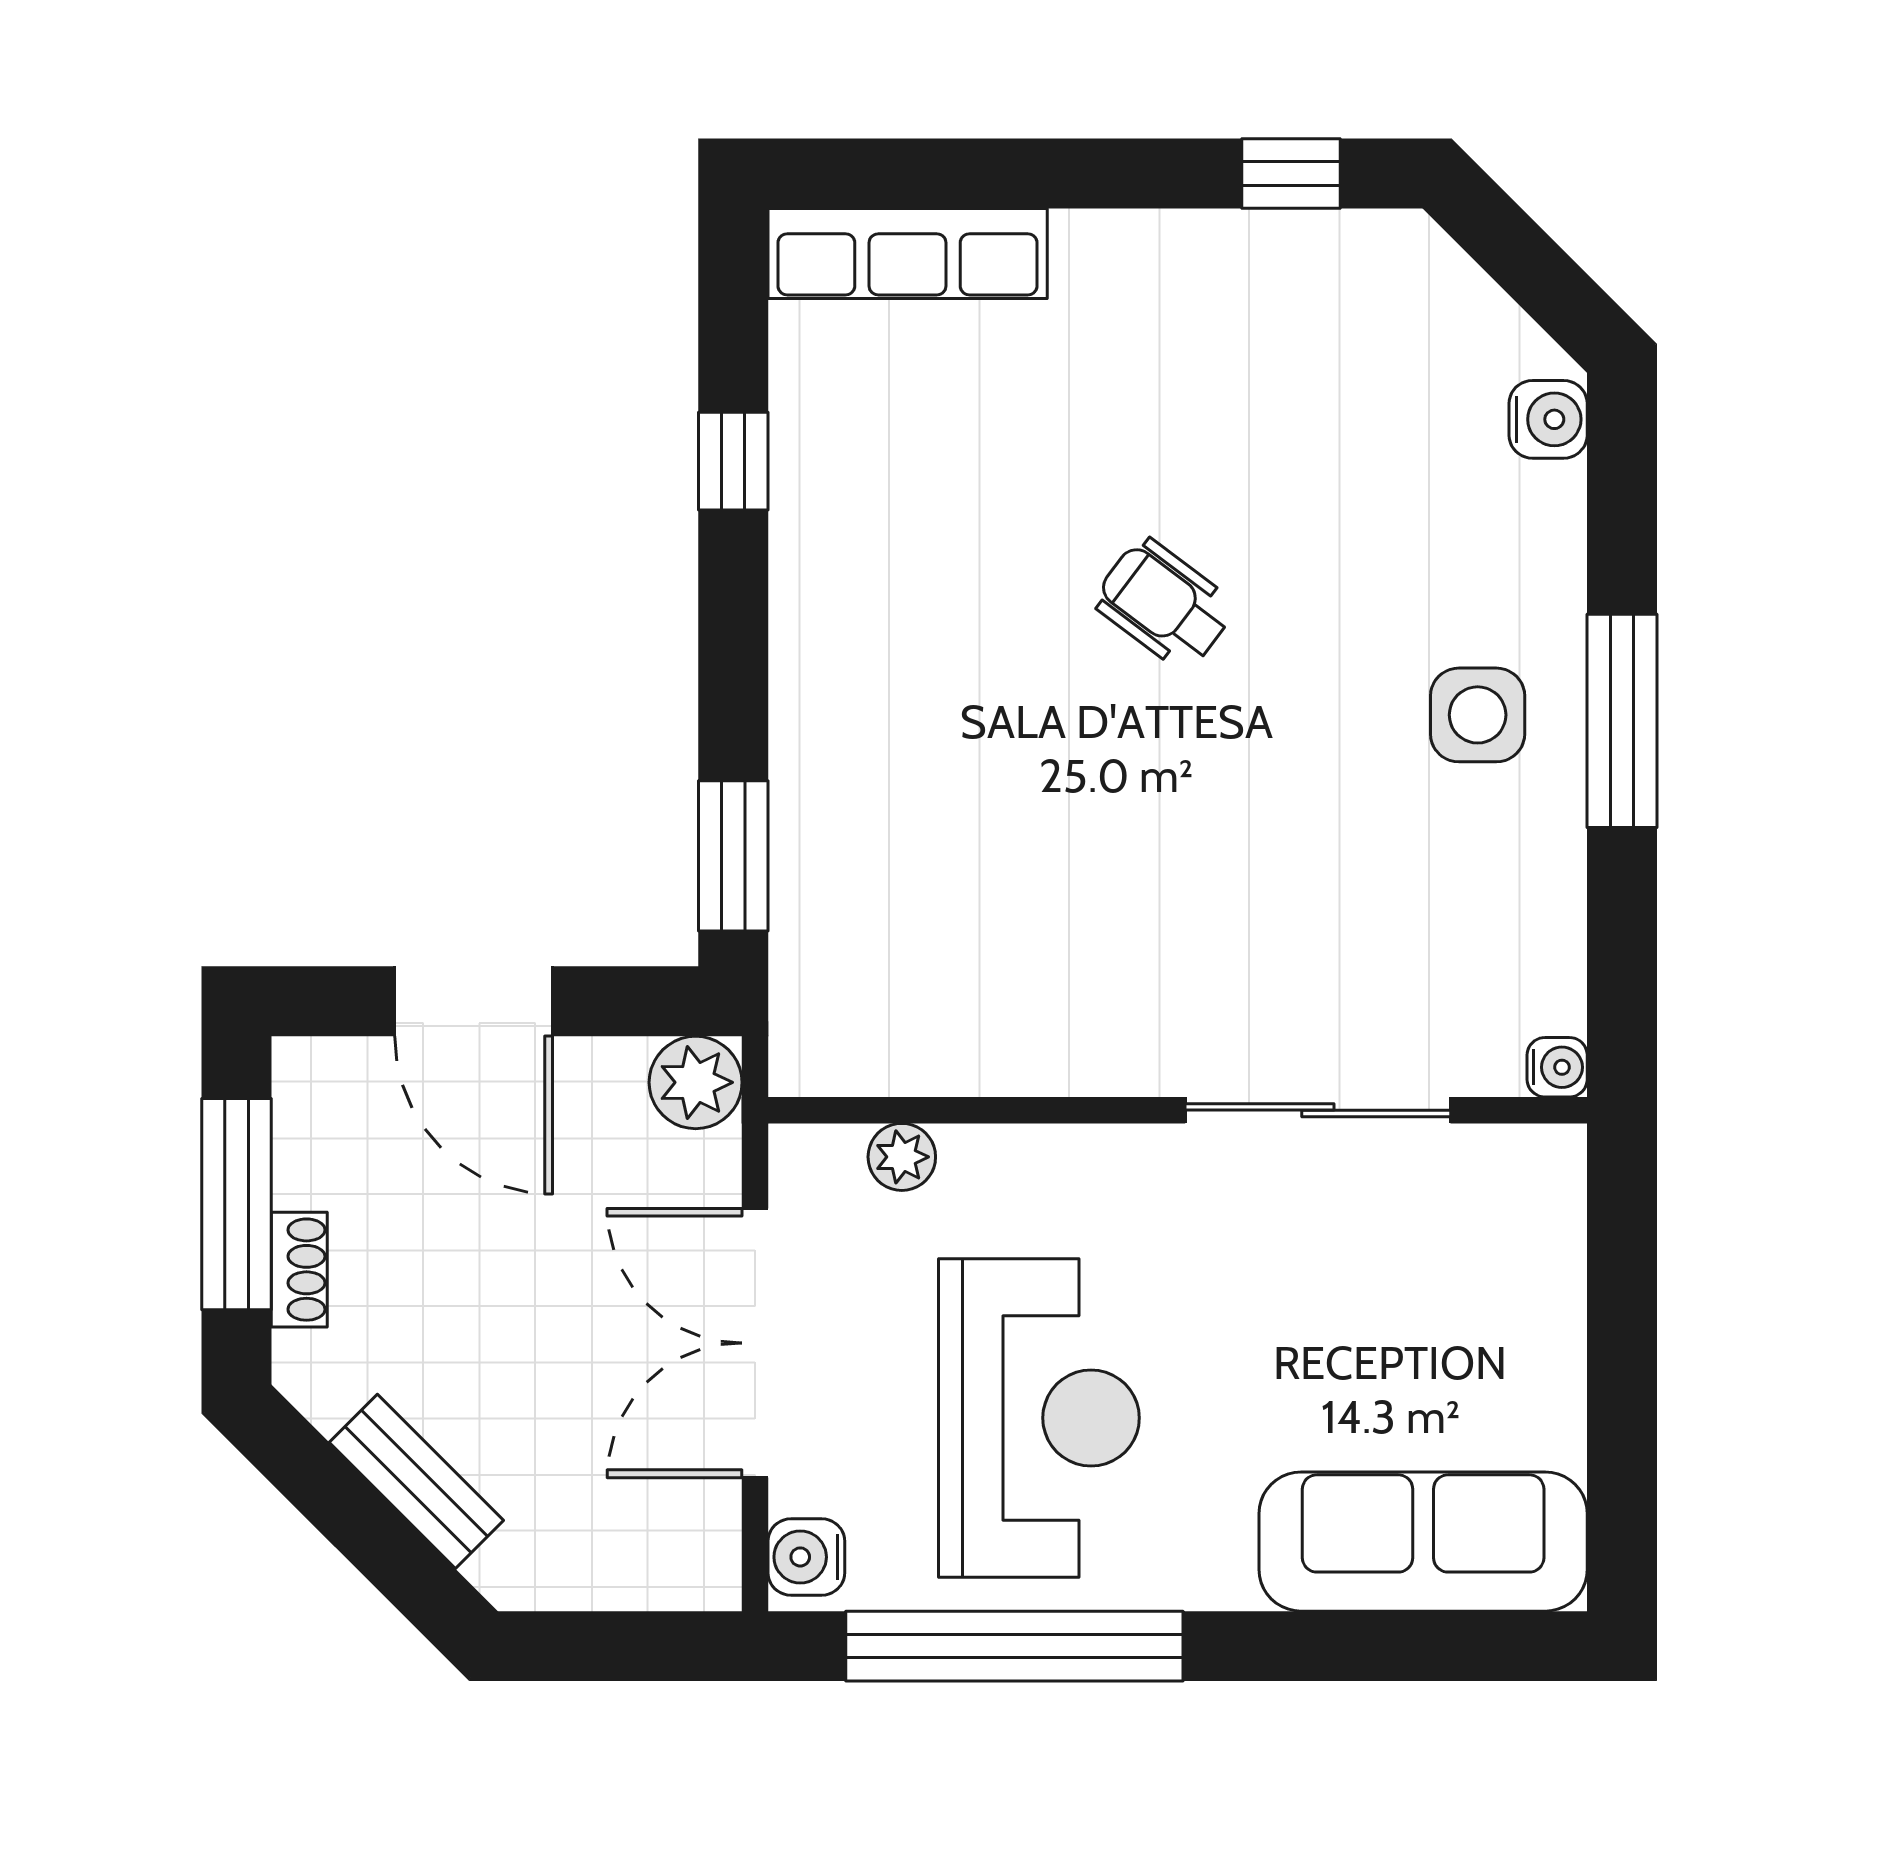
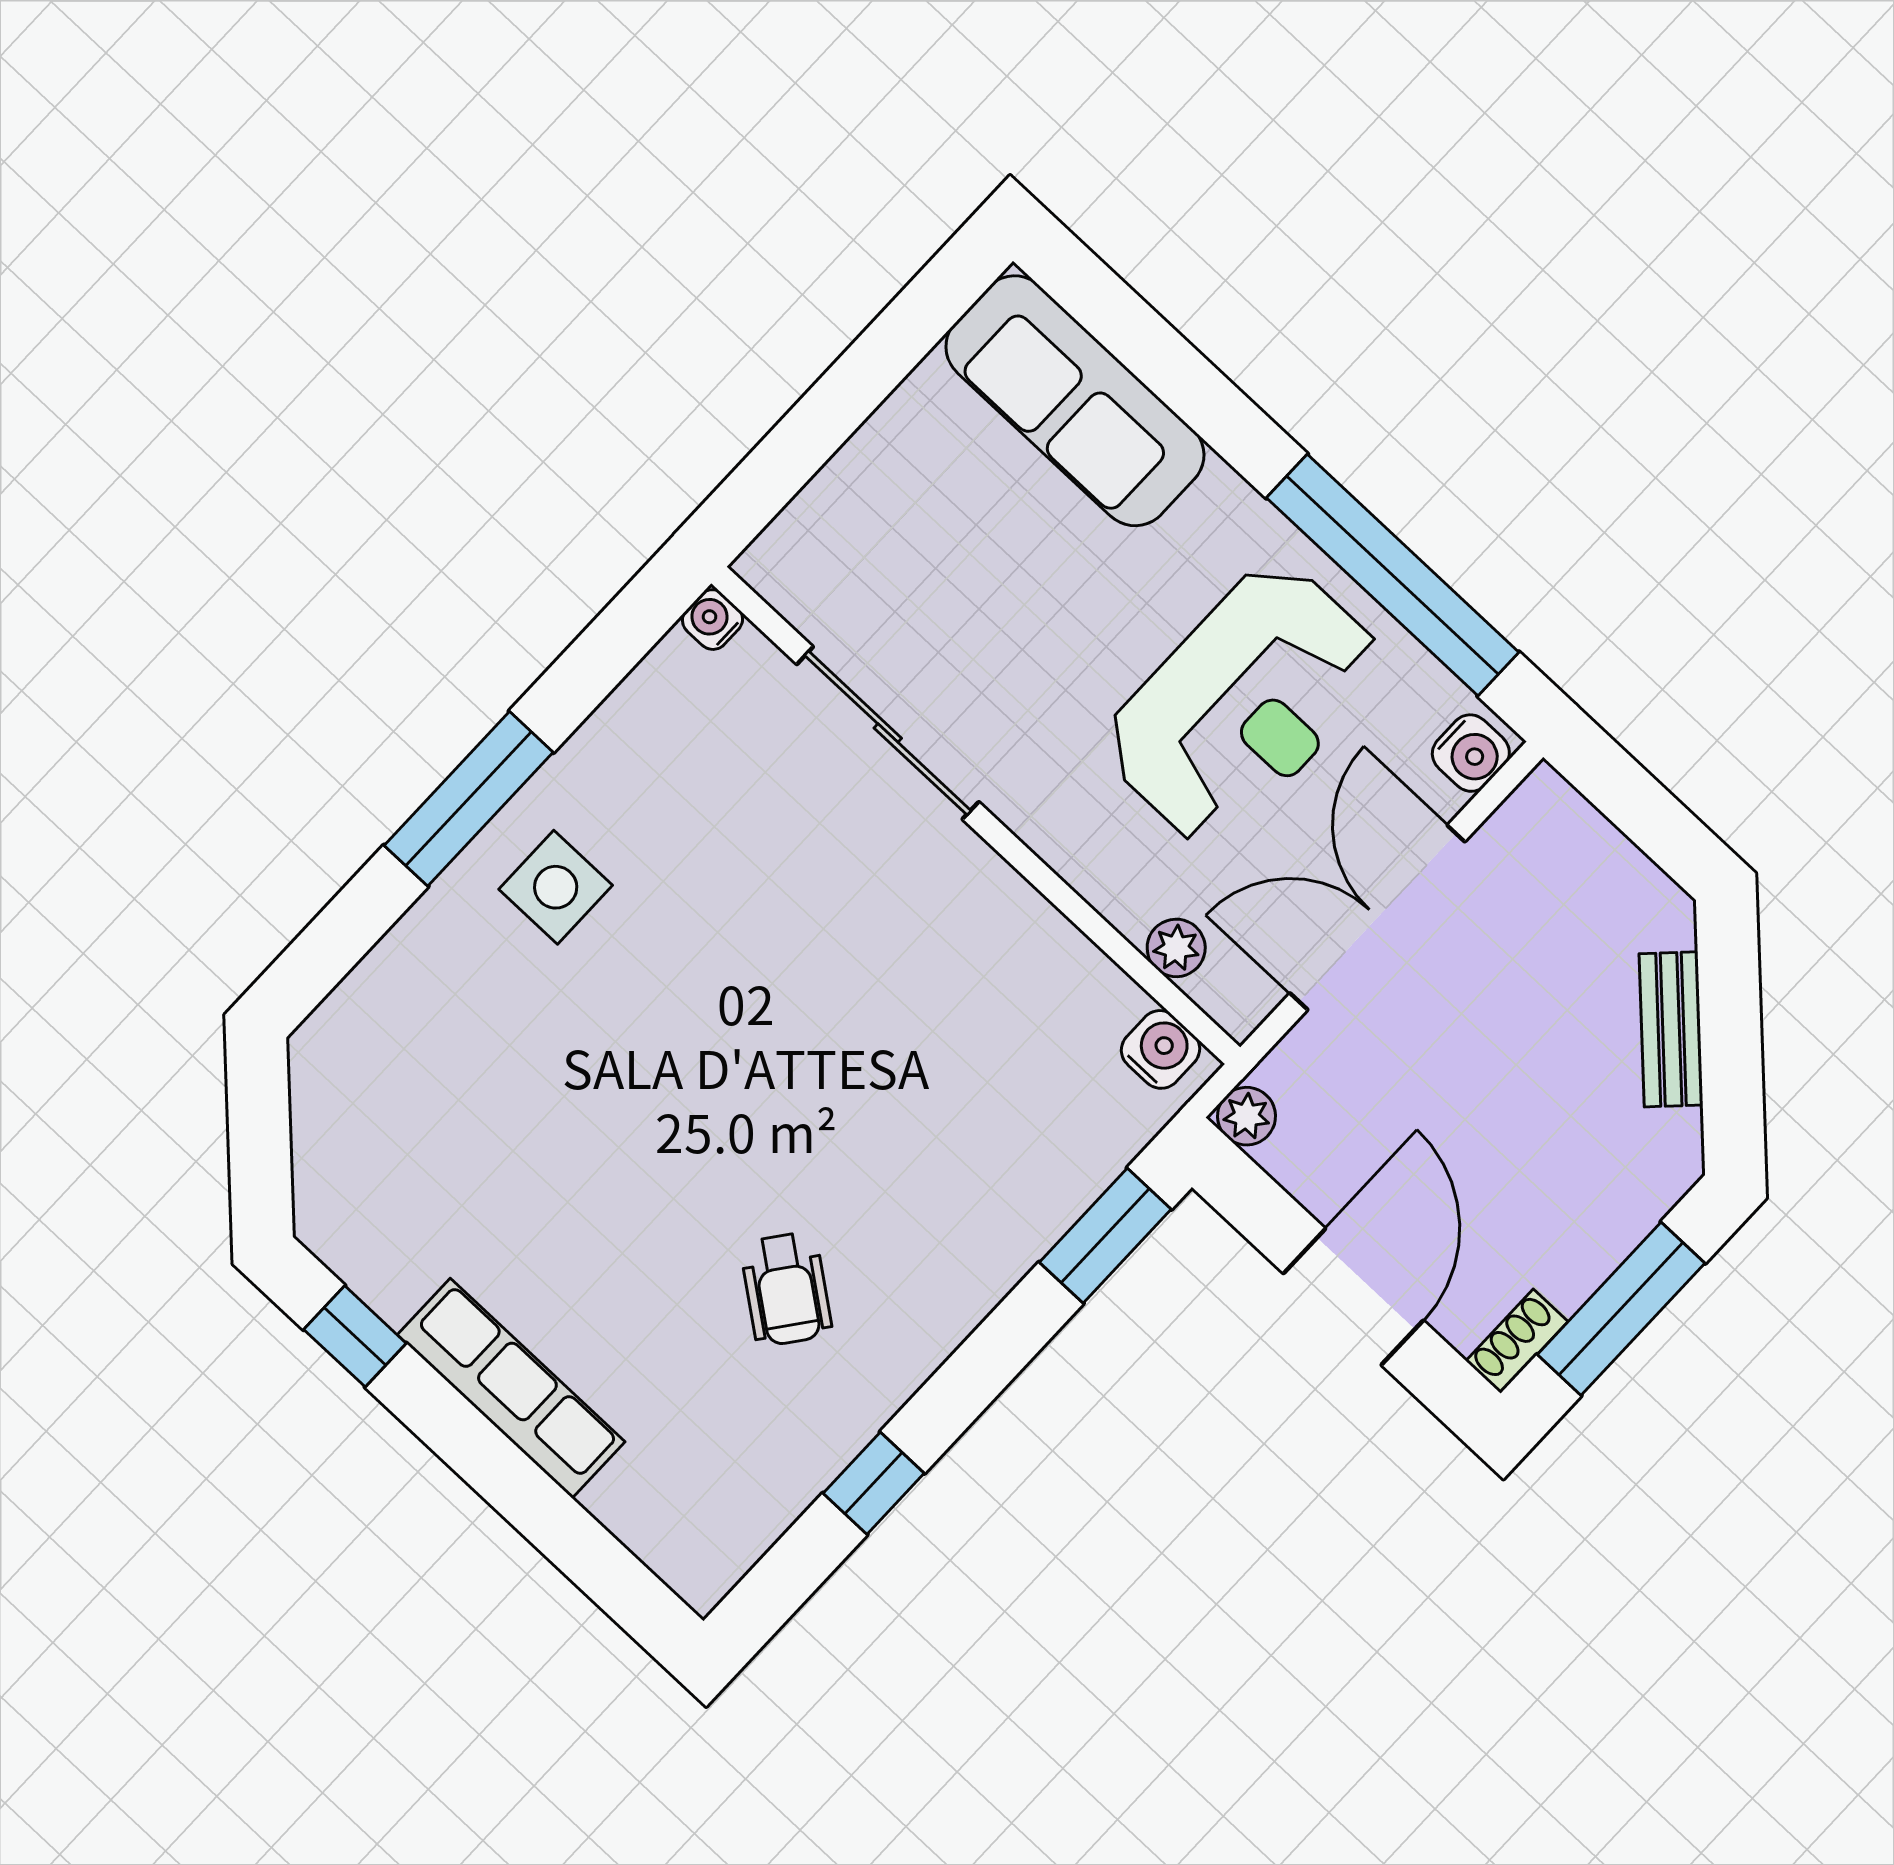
row of seats: (908, 254) -> (511, 1388), moved
water cooler: (1548, 419) -> (1160, 1049), moved, turned 90
wheelchair: (1164, 604) -> (786, 1289), moved
plant: (696, 1082) -> (1246, 1116), width x0.73, depth x0.73
shoe rack: (299, 1270) -> (1517, 1341), moved
double door: (755, 1343) -> (1377, 917), swing flipped
reception desk: (1039, 1418) -> (1243, 704), turned 180

